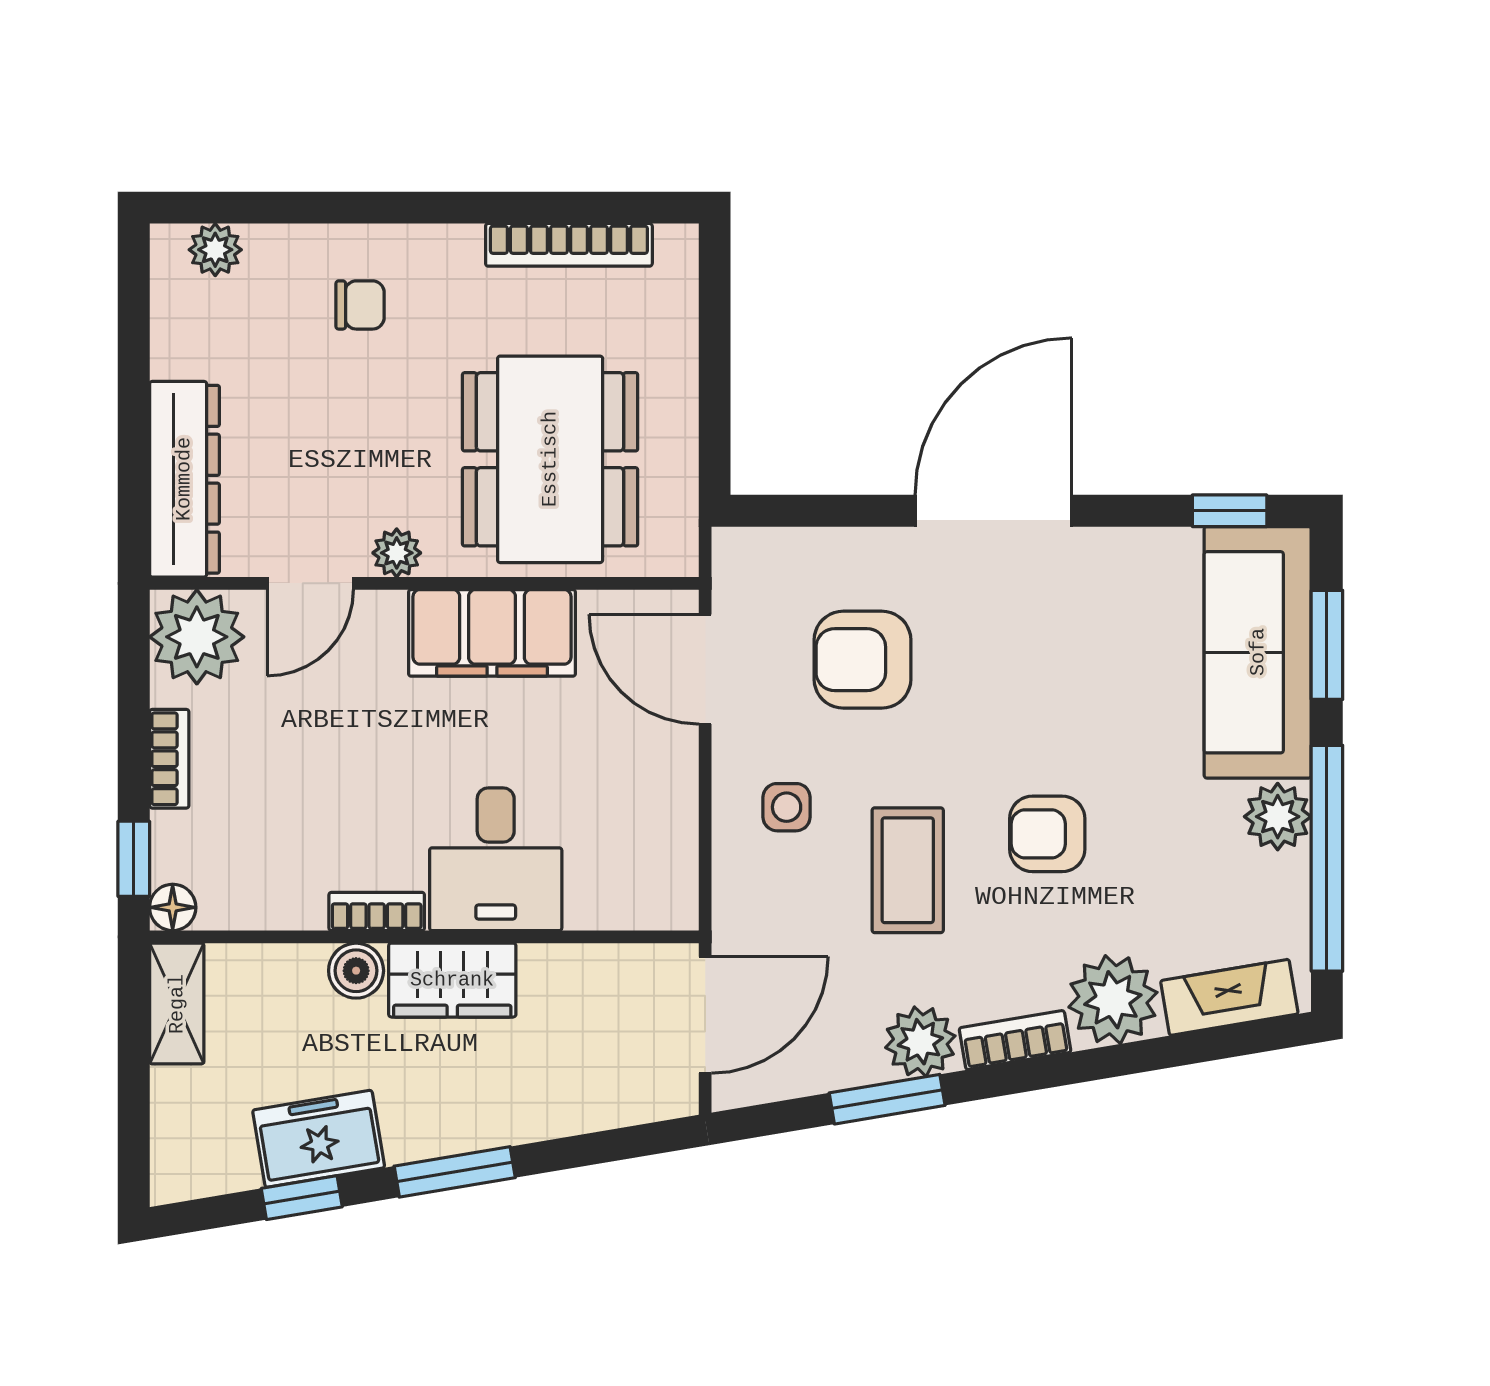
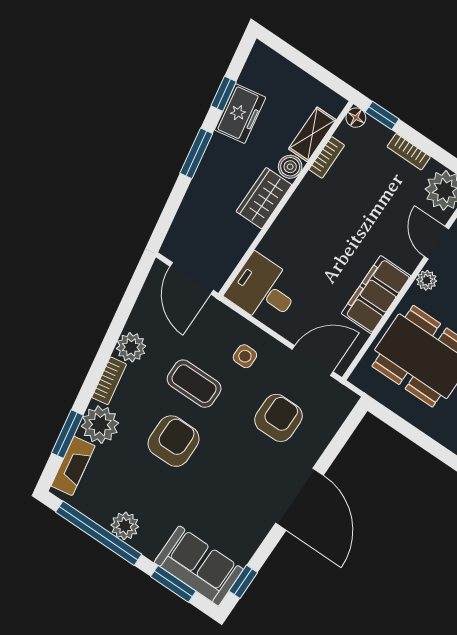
sofa: (1258, 652) -> (199, 566), width x0.73
armchair: (1047, 834) -> (174, 441), width x1.38, depth x1.38
desk: (496, 859) -> (263, 290), moved
bookcase: (377, 911) -> (327, 157), moved
shelving: (177, 1004) -> (312, 134), moved, turned 90
window: (887, 1099) -> (67, 434), moved

